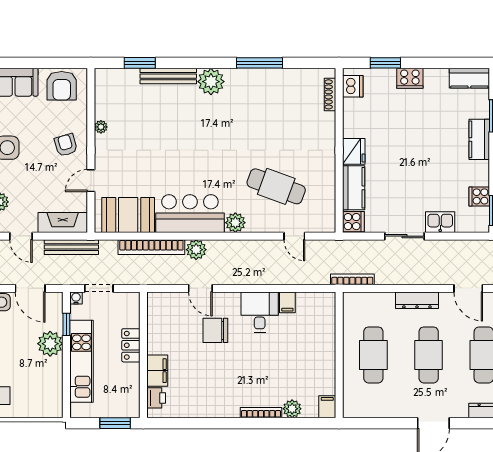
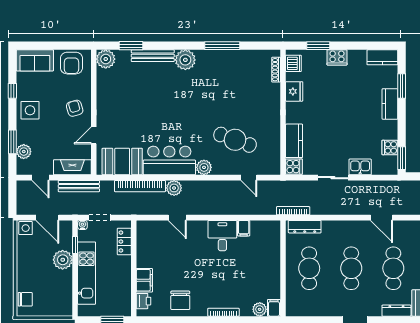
plant: (101, 127) -> (106, 59), moved, width x1.87, depth x1.87
fridge: (354, 151) -> (294, 91), moved
dresser: (417, 300) -> (305, 227), moved
chair: (215, 330) -> (180, 300), moved, turned -90
locker: (131, 345) -> (124, 242), moved
plant: (292, 409) -> (260, 309), moved

